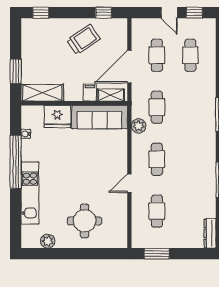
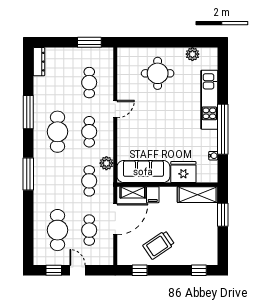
cafe table: (190, 55) -> (58, 230), width x1.37, depth x1.35
cafe table: (190, 159) -> (58, 132), added

